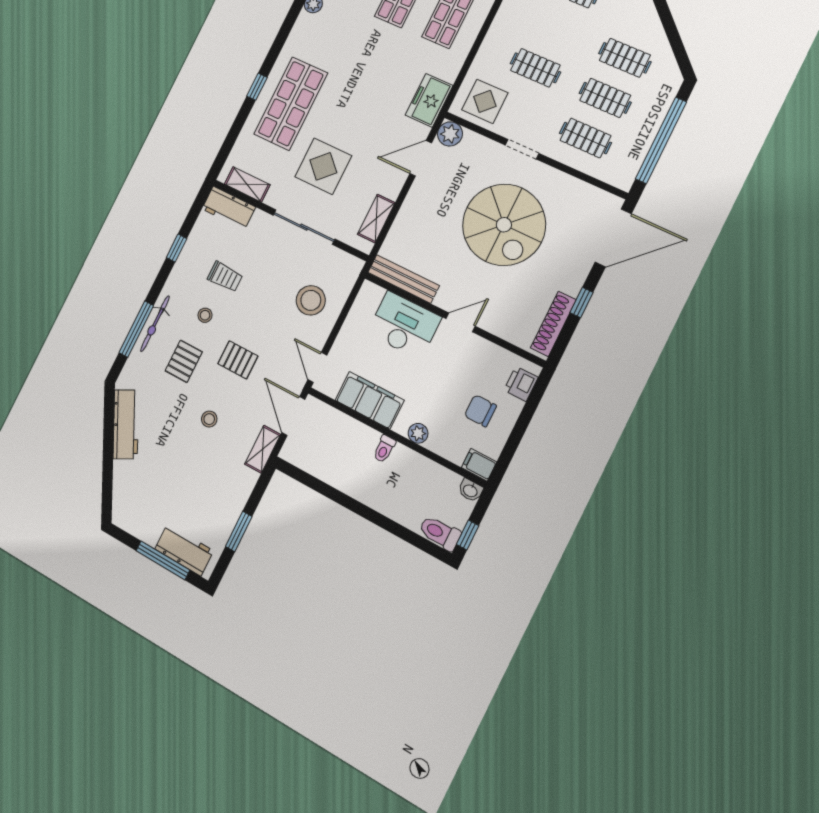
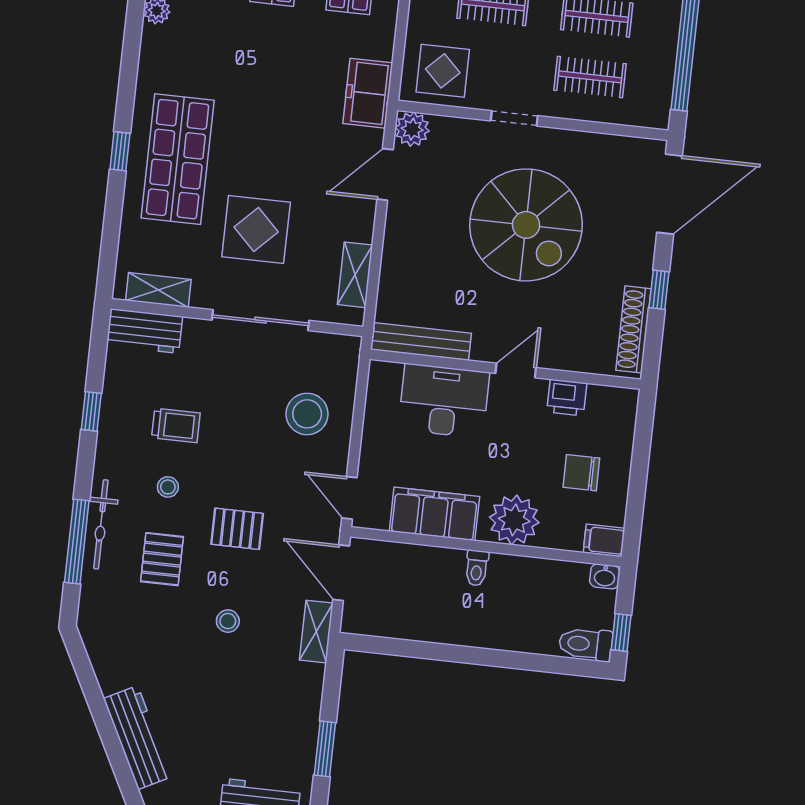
printer: (521, 384) -> (567, 398), moved, turned -90
workbench: (126, 424) -> (138, 738), moved
plant: (418, 433) -> (514, 520), width x1.87, depth x1.87

